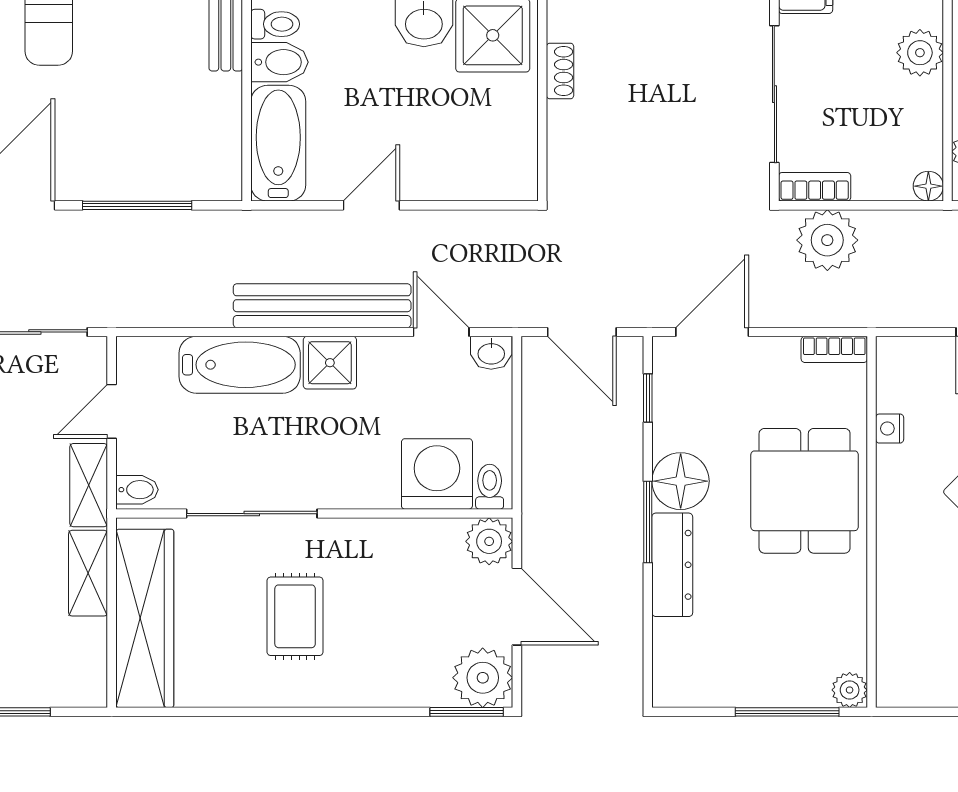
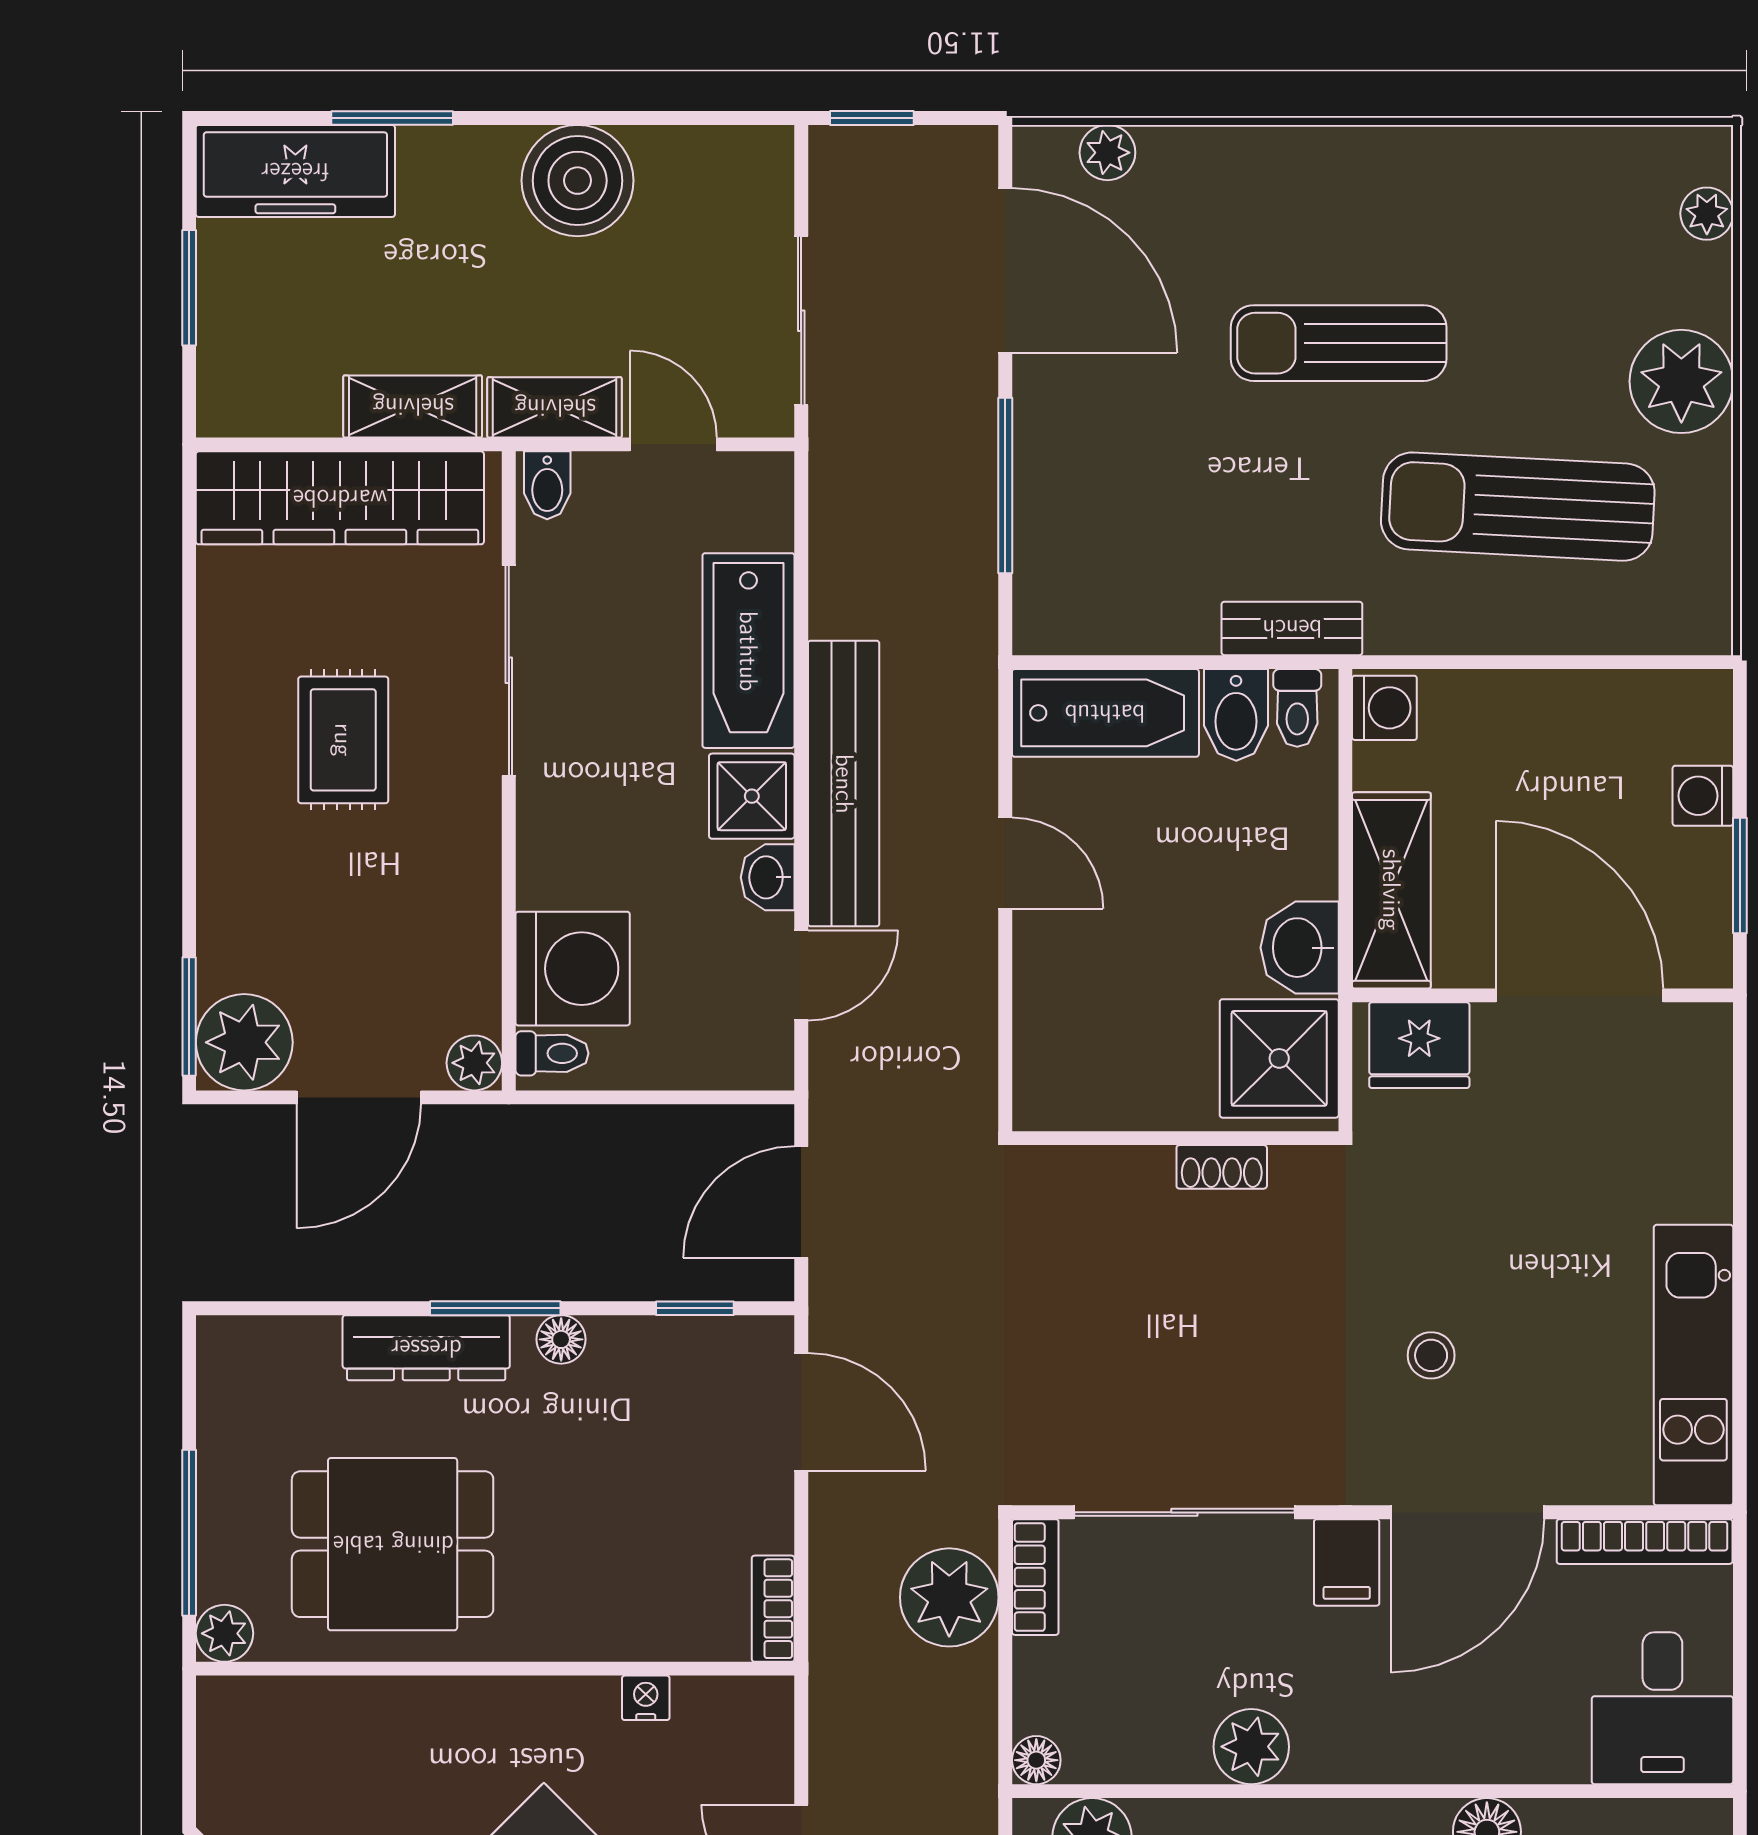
washbasin: (491, 353) -> (768, 877), moved
floor lamp: (681, 481) -> (561, 1339), width x0.53, depth x0.53
dining table: (805, 491) -> (393, 1544), moved
plant: (489, 541) -> (474, 1063), width x0.73, depth x0.73
rug: (295, 616) -> (343, 740), turned 90

